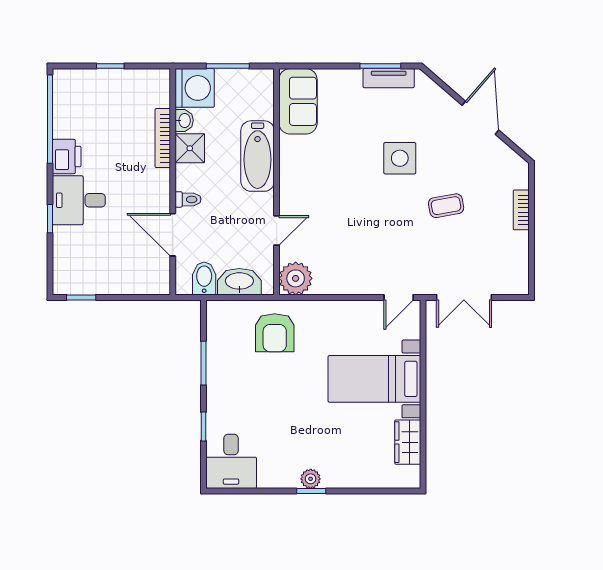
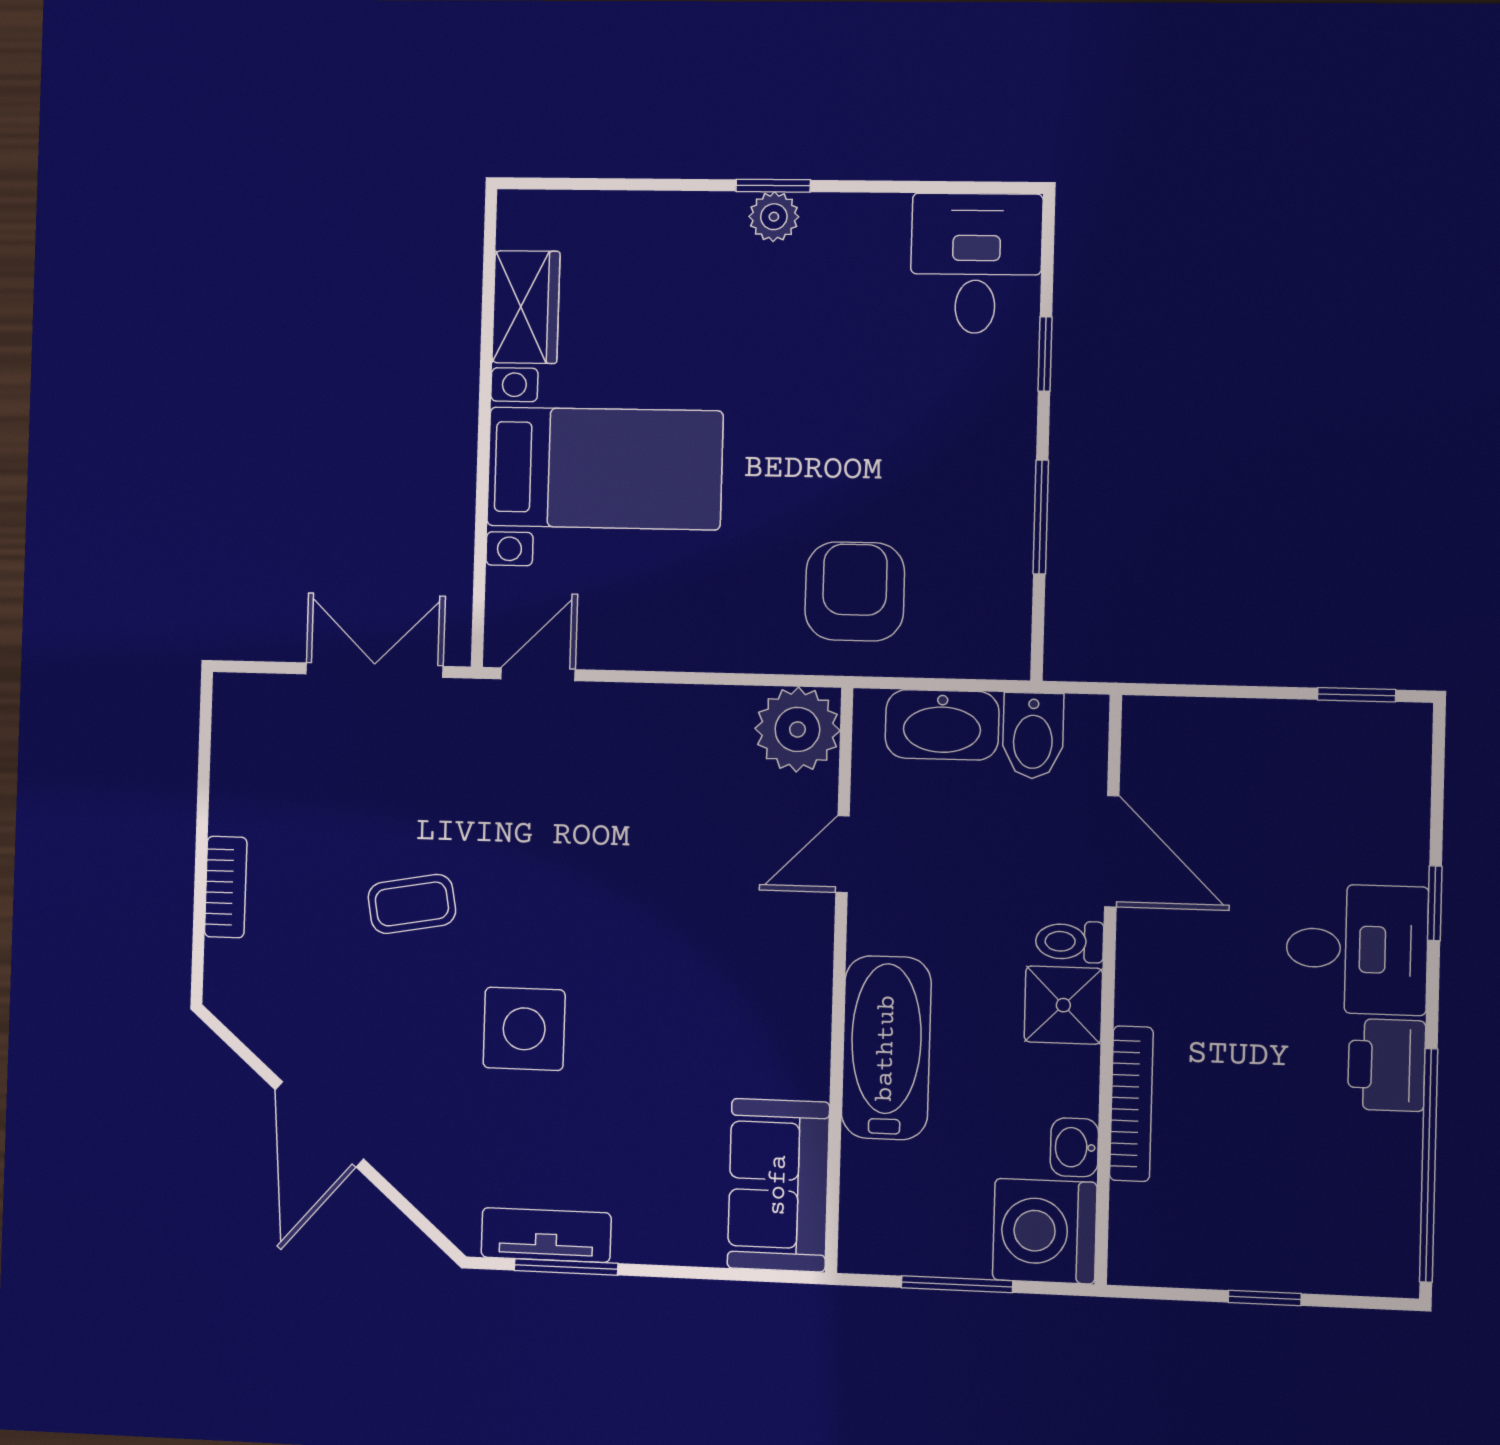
shower: (190, 148) -> (1063, 1005), moved

